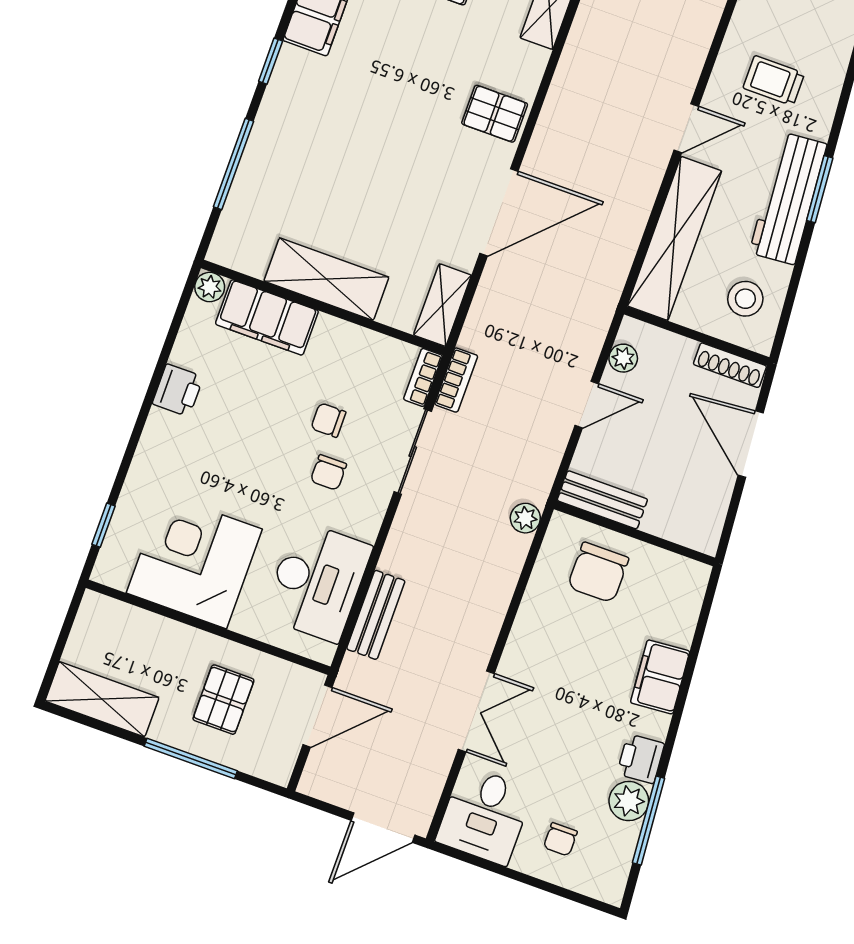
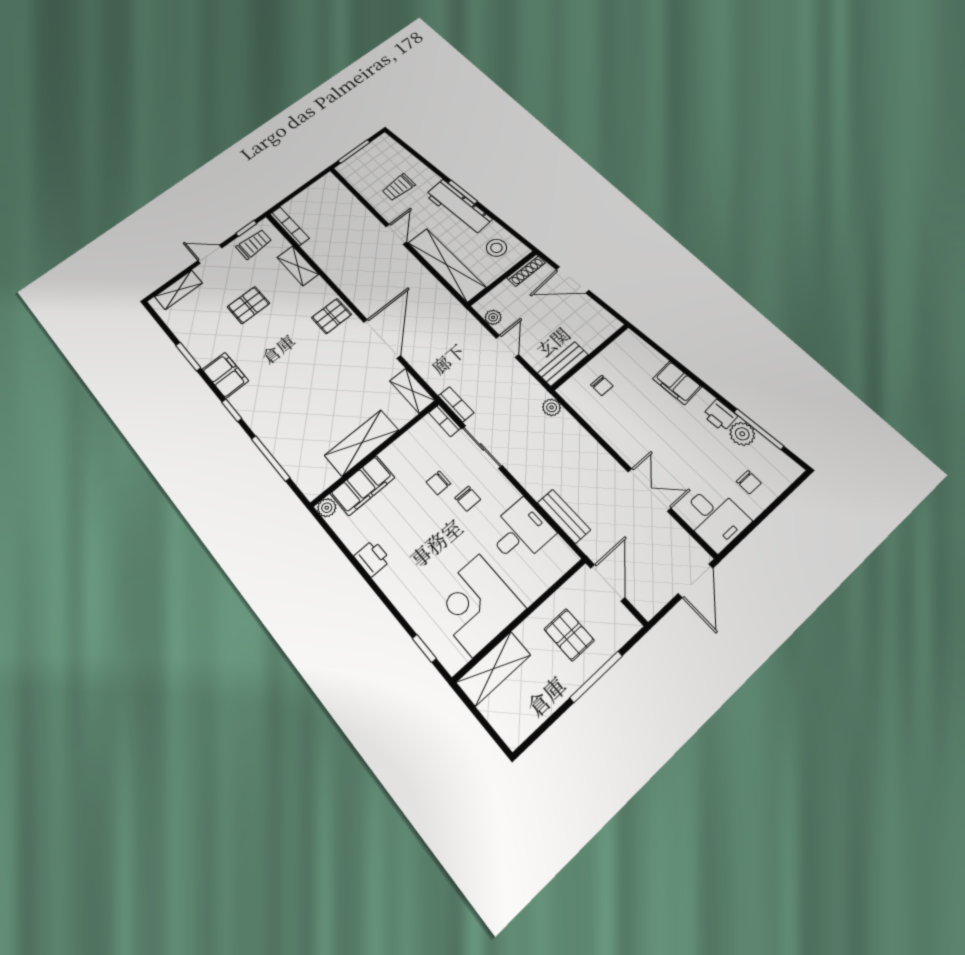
chair: (598, 572) -> (602, 385), width x0.54, depth x0.54
desk: (317, 582) -> (520, 532), width x0.73
shelving: (102, 699) -> (493, 669), moved

